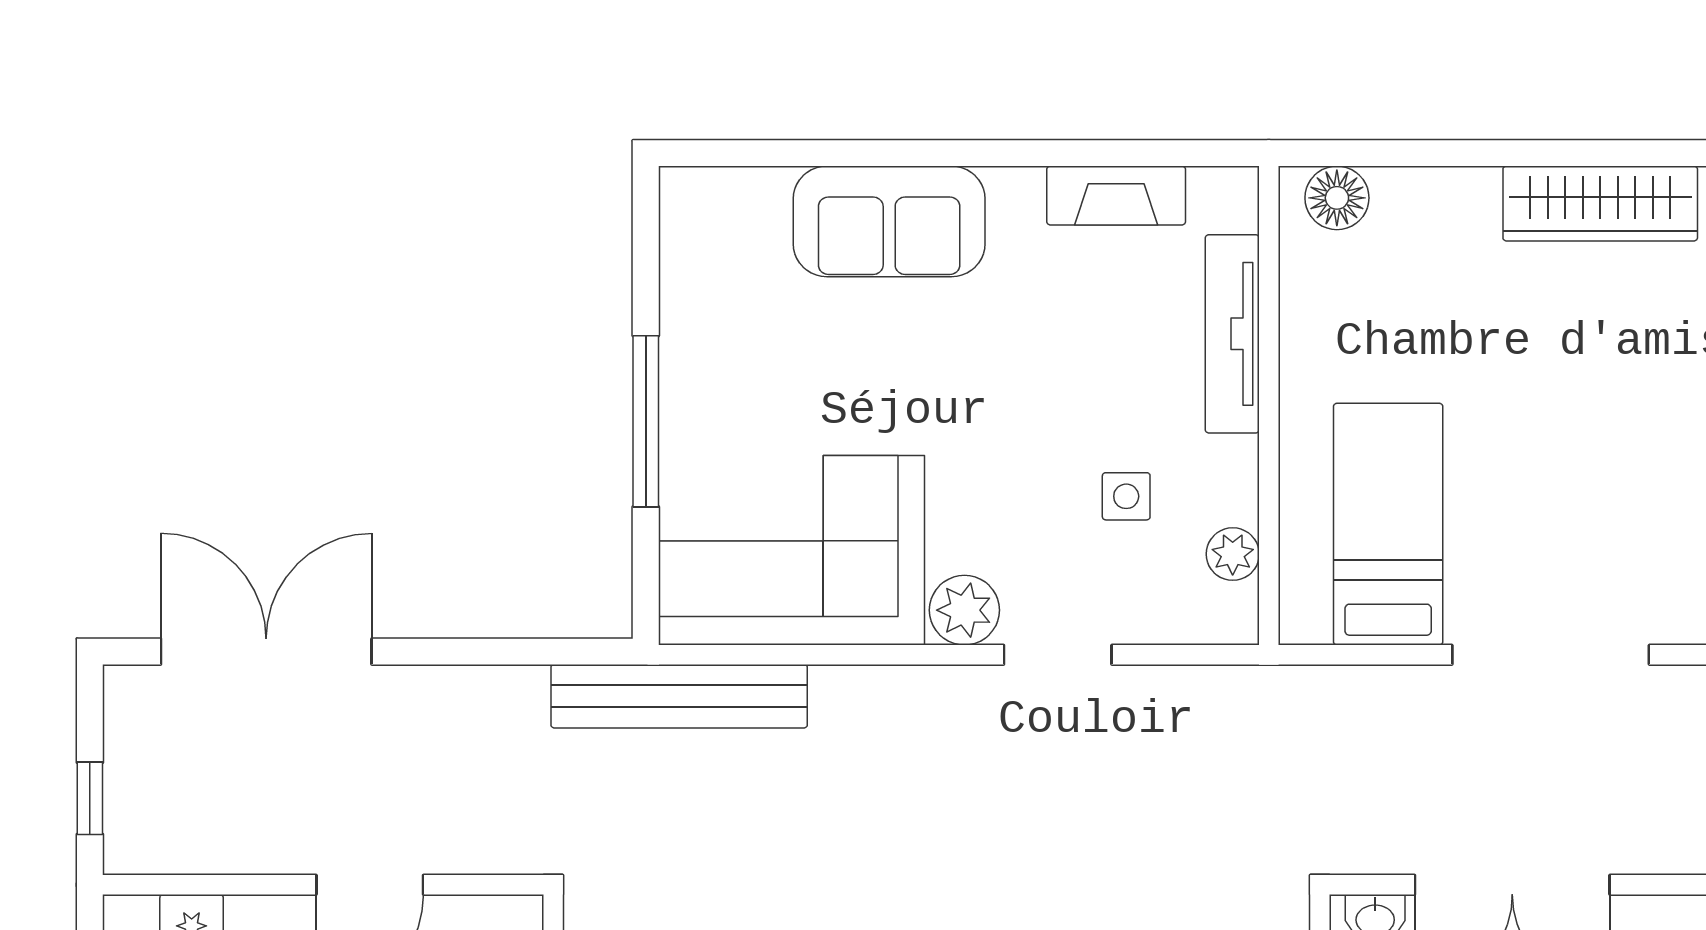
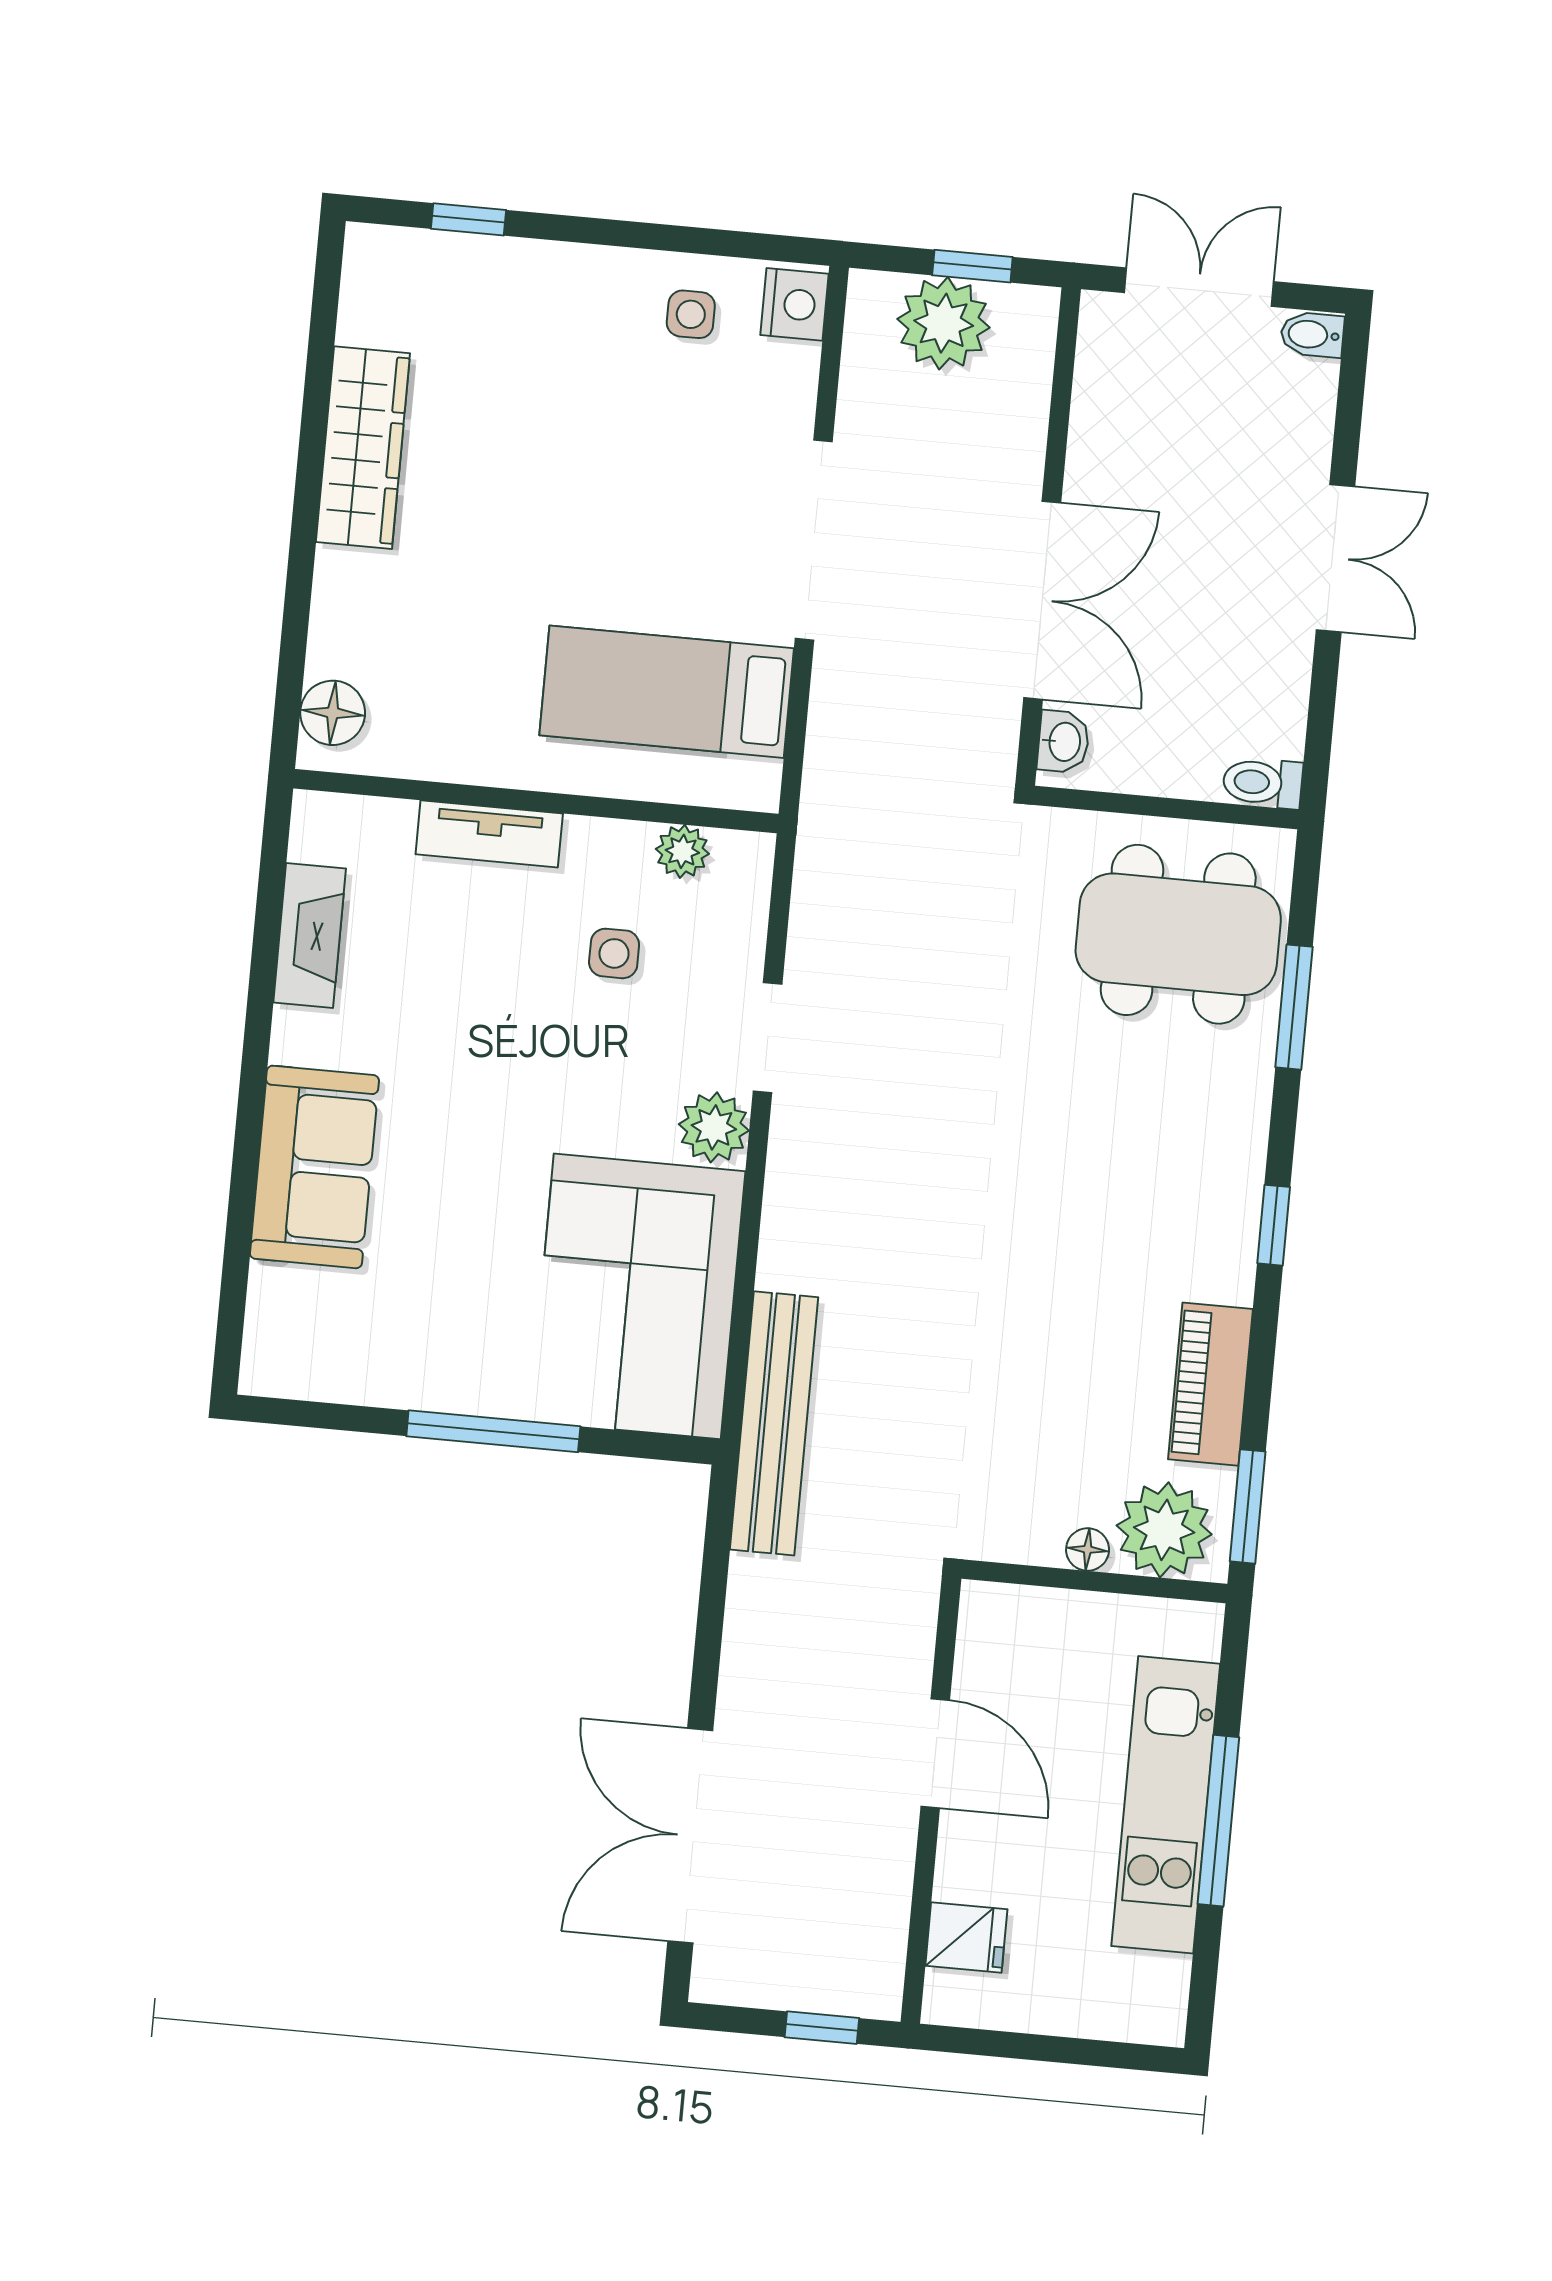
tv unit: (1232, 334) -> (489, 834), width x0.71

